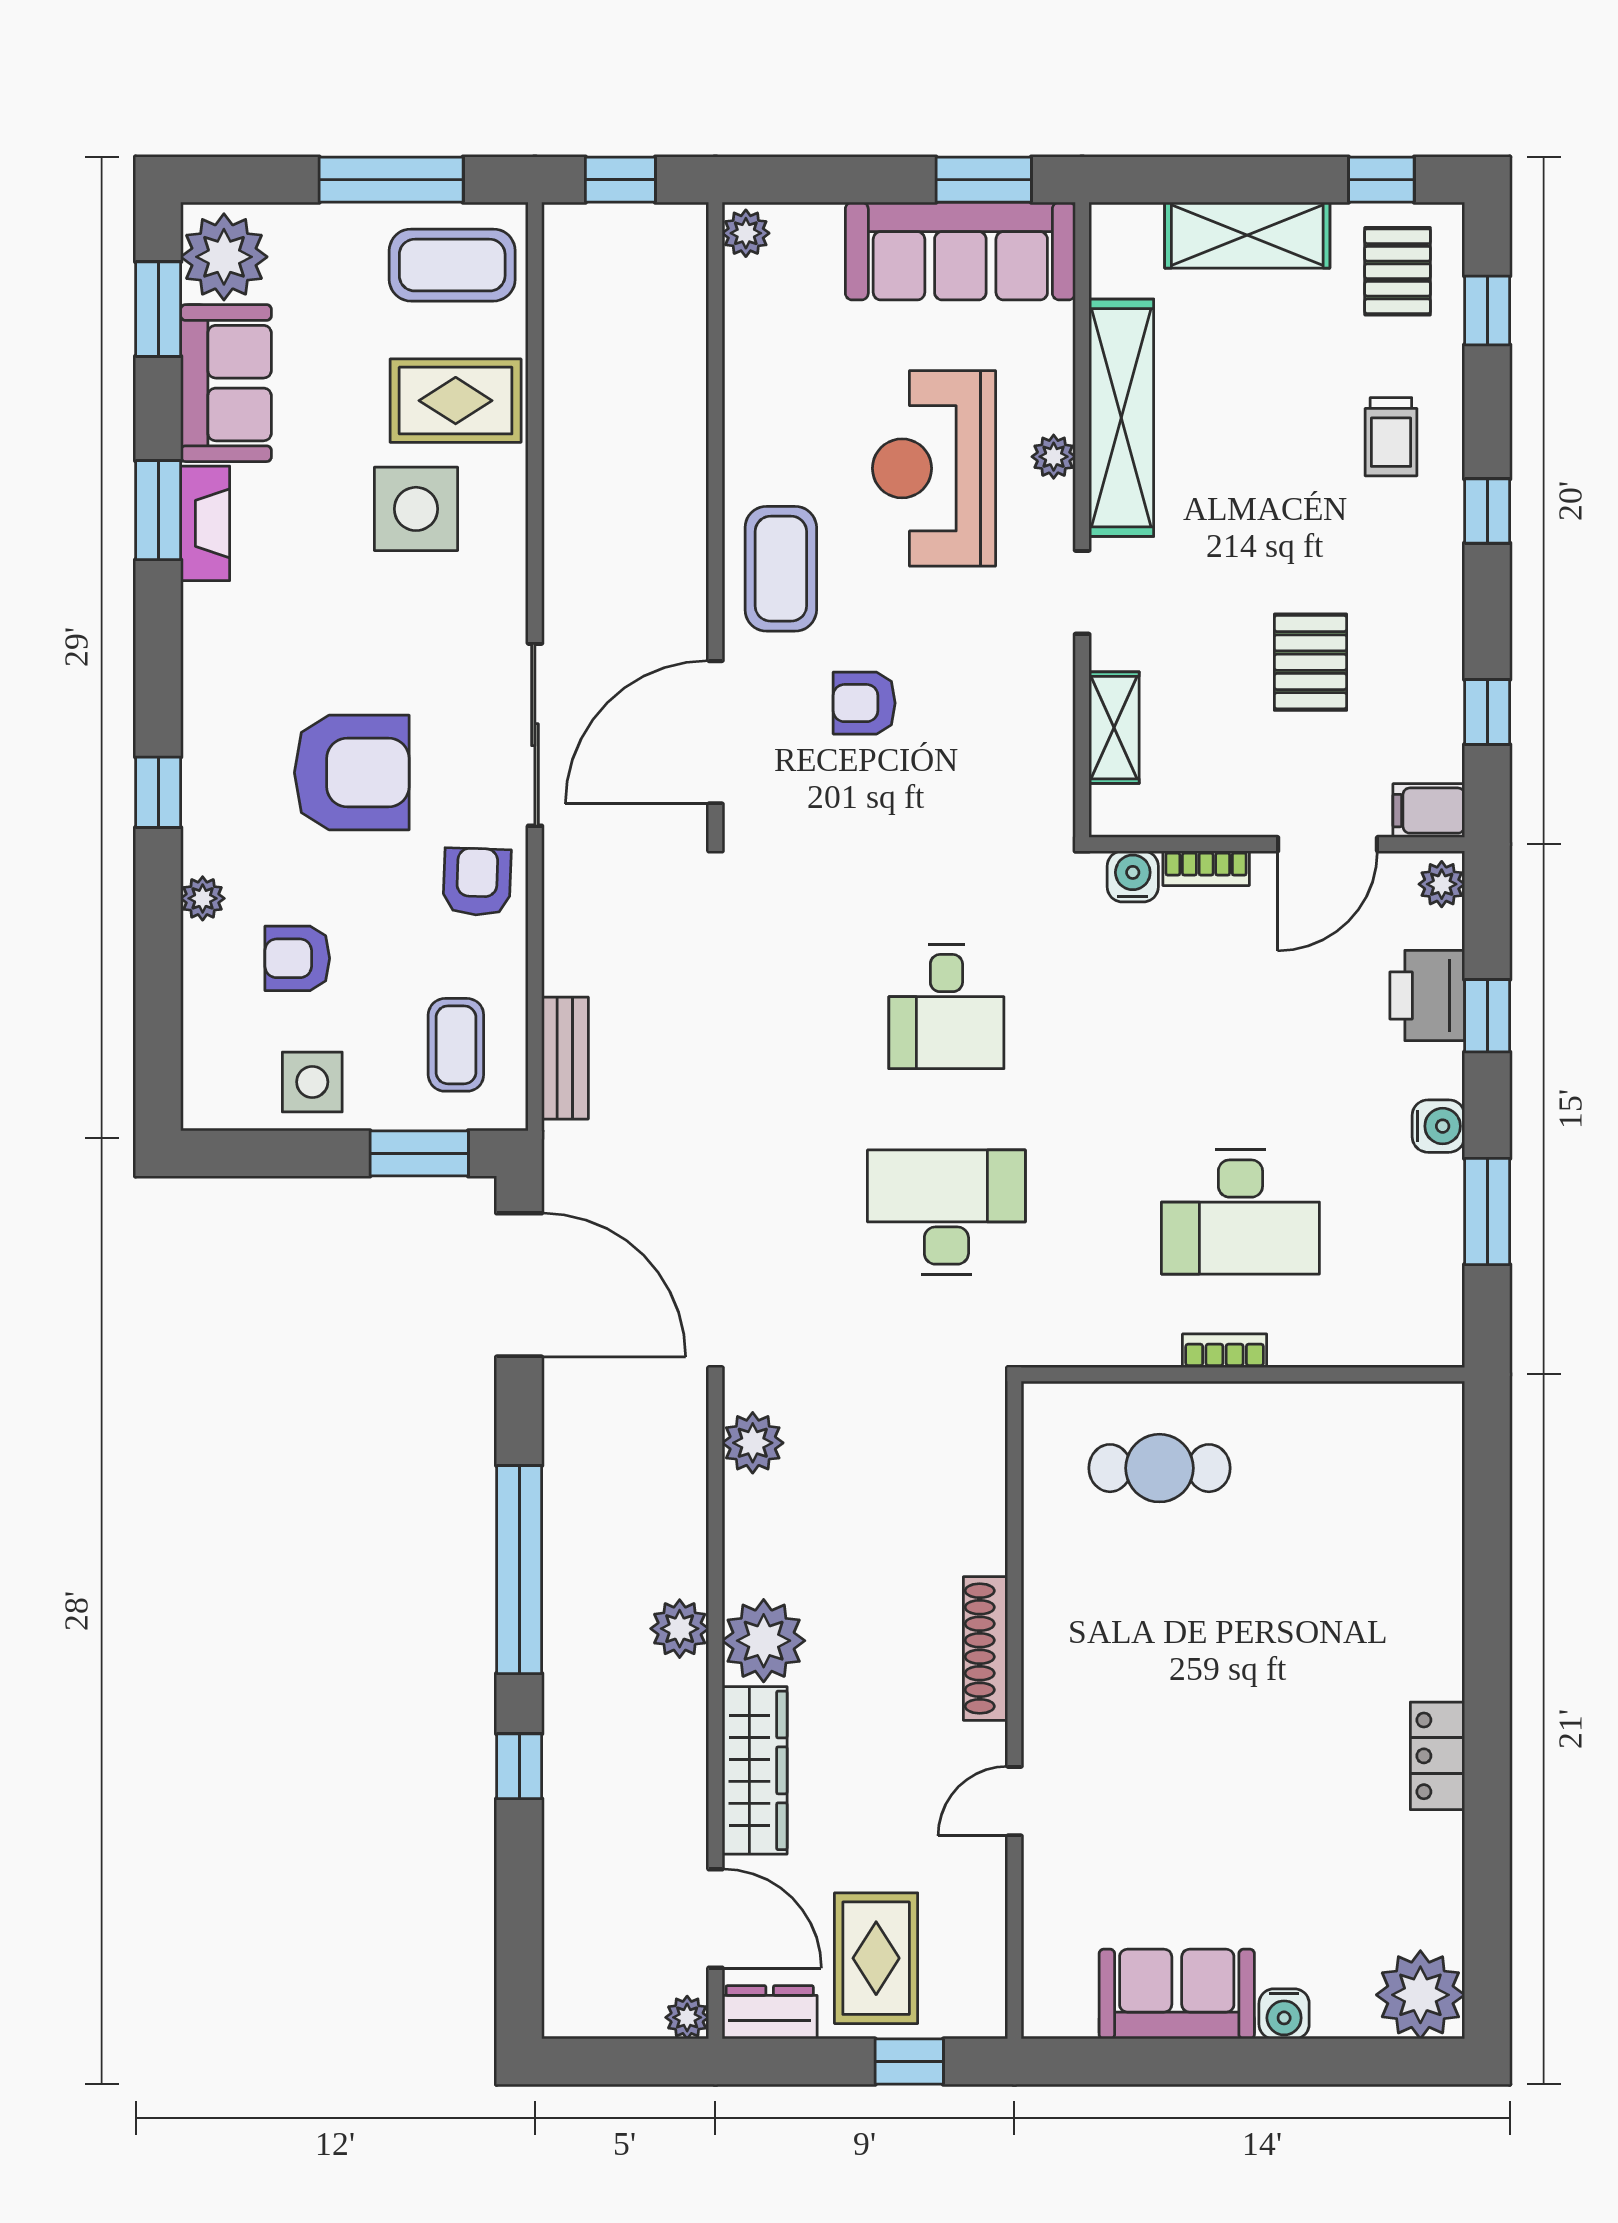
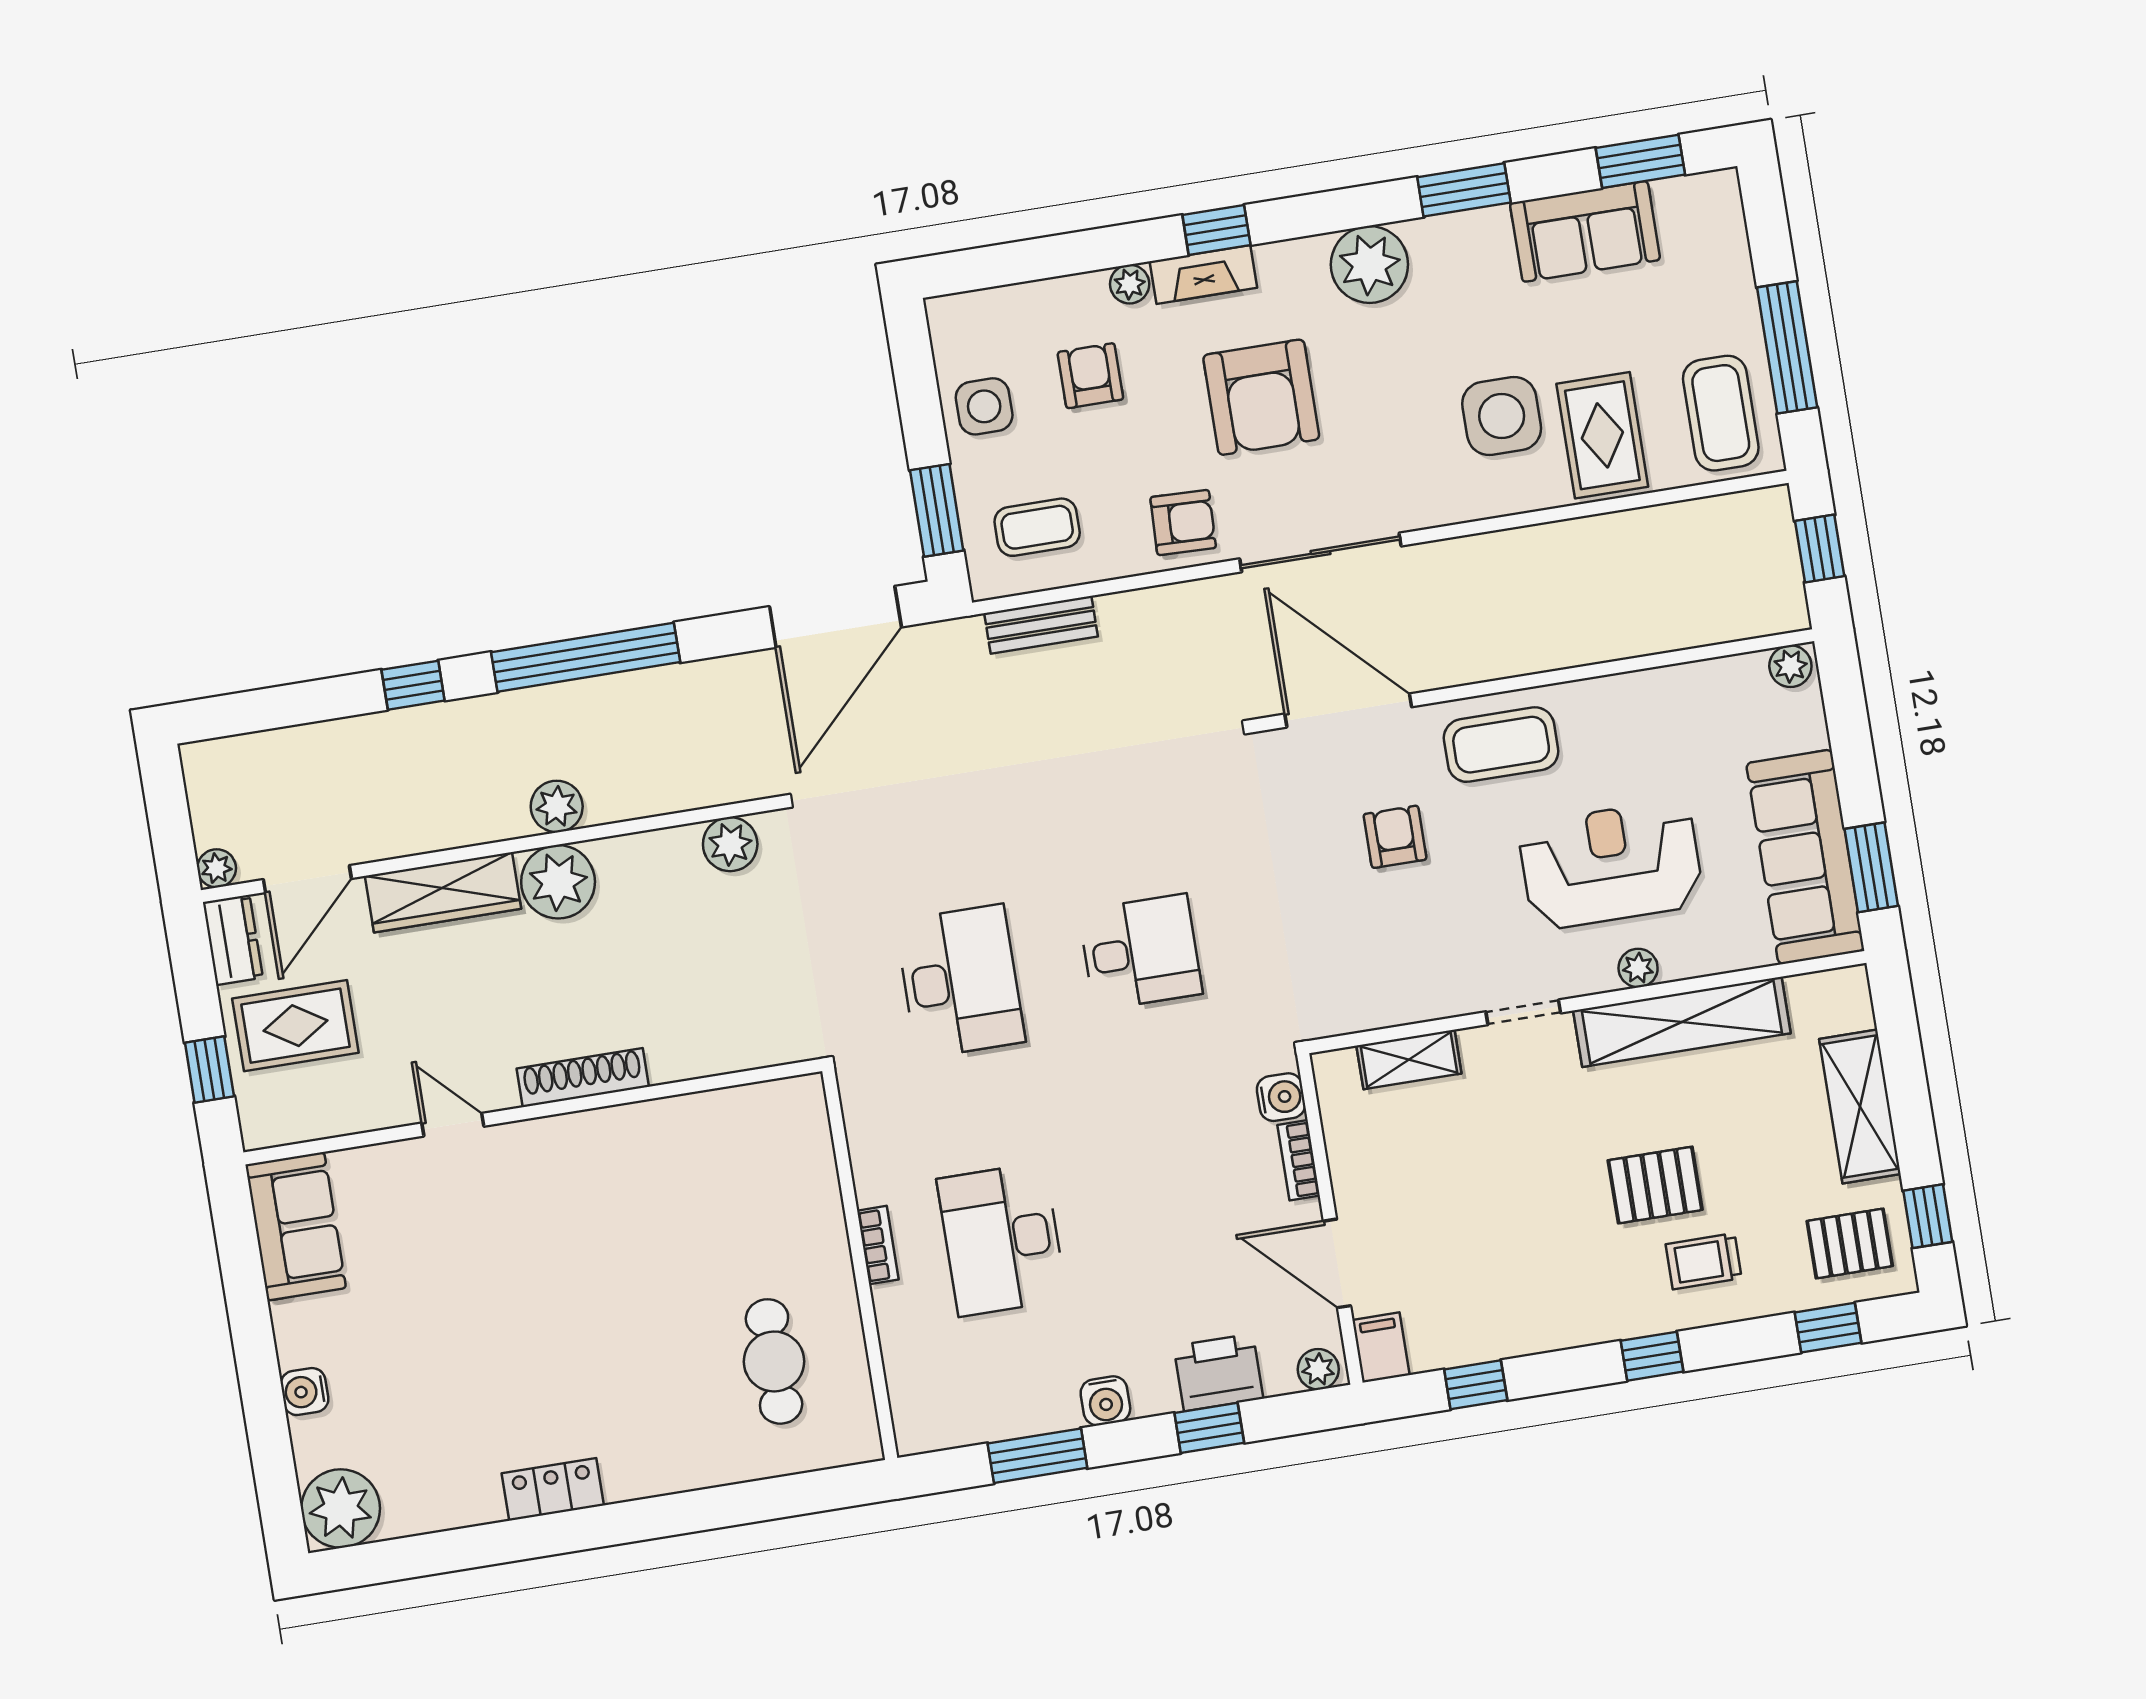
plant: (224, 257) -> (1369, 265), moved
fireplace: (205, 523) -> (1203, 274), moved
pallet: (1311, 662) -> (1655, 1185), moved
desk: (946, 1007) -> (1140, 952), turned 180
cafe table: (1159, 1468) -> (774, 1361), moved
sofa: (1177, 1994) -> (296, 1226), moved

